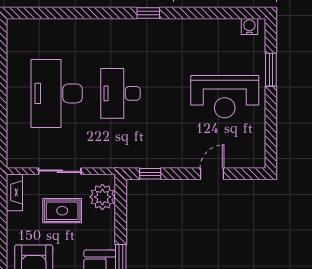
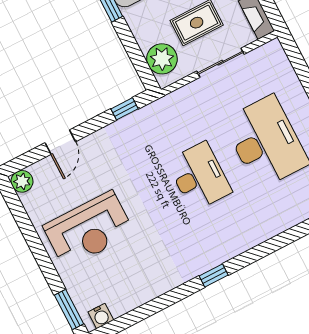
window: (271, 70) -> (69, 309), moved
reception desk: (225, 97) -> (89, 230), turned 180
plant: (256, 159) -> (22, 181), added

